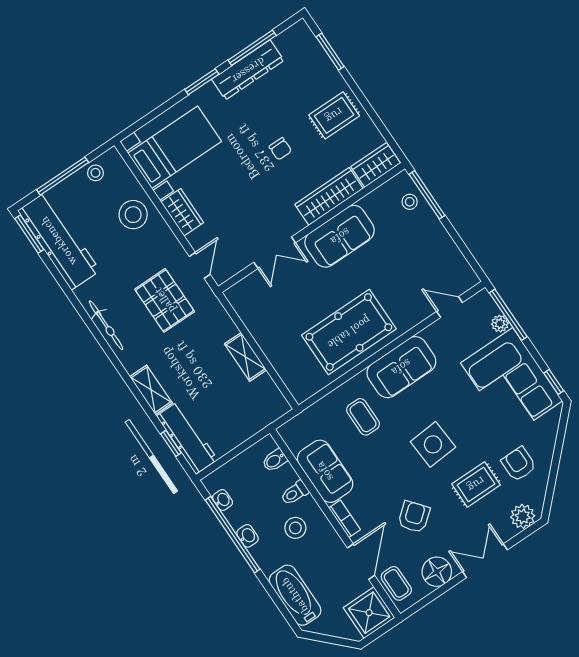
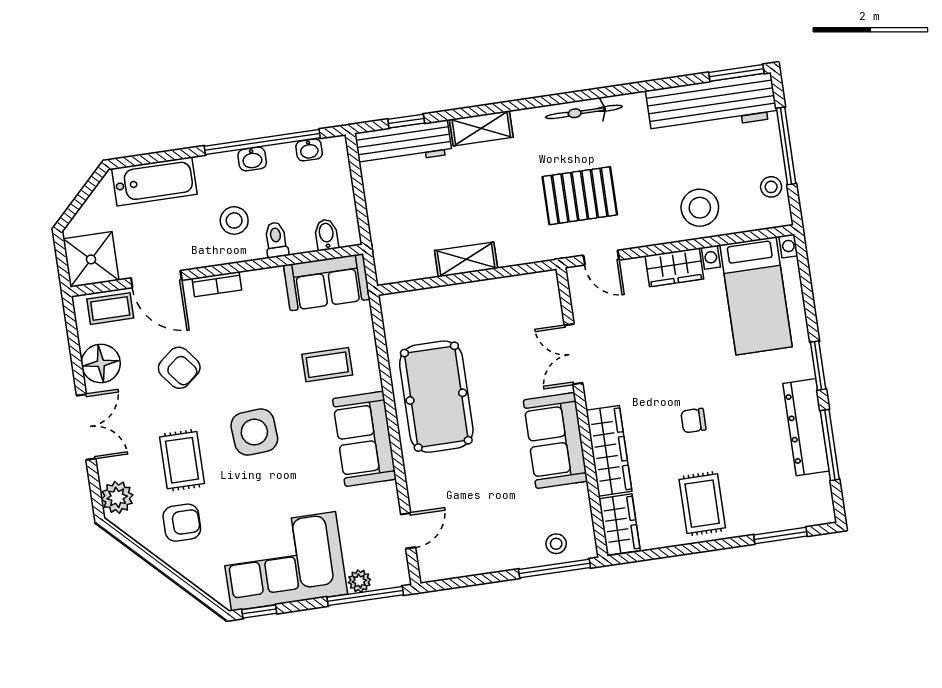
sofa: (325, 471) -> (327, 282), moved

